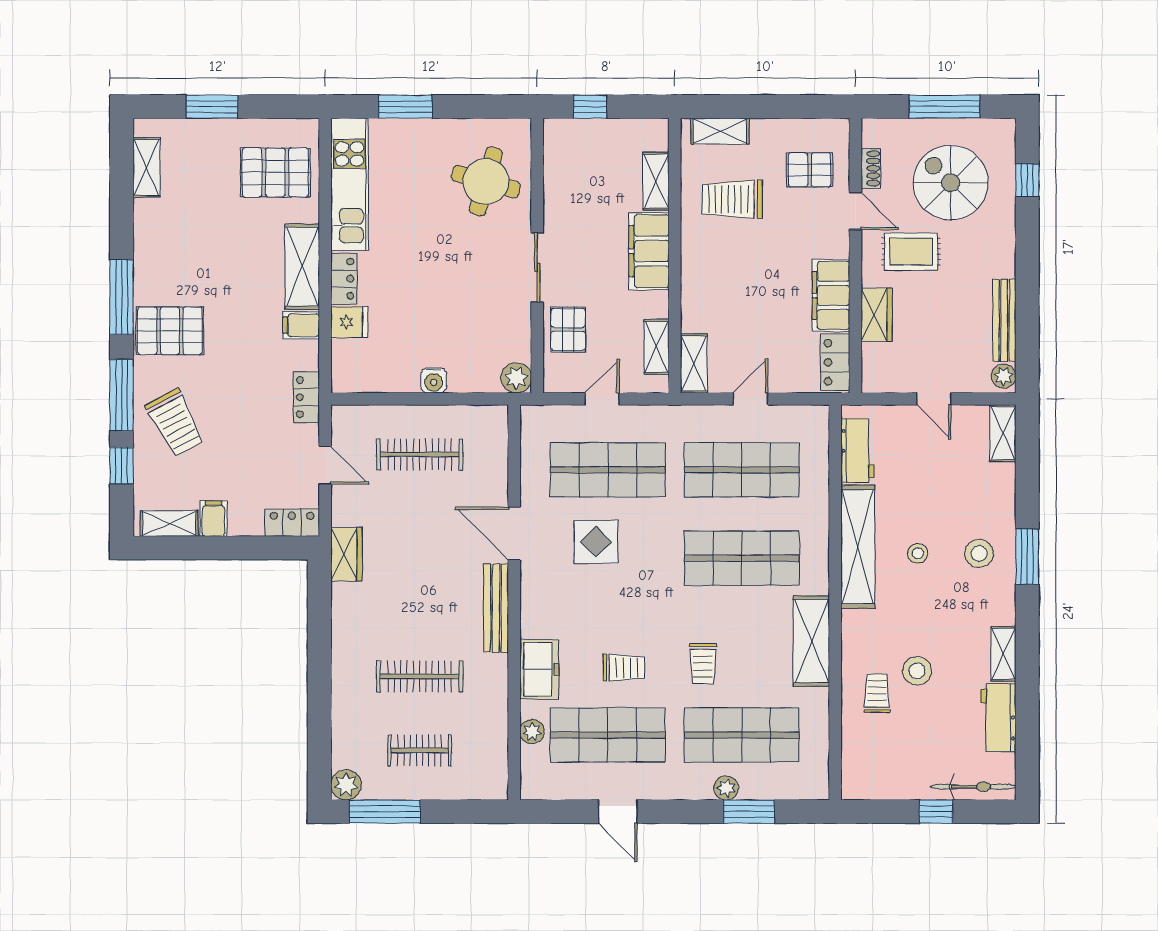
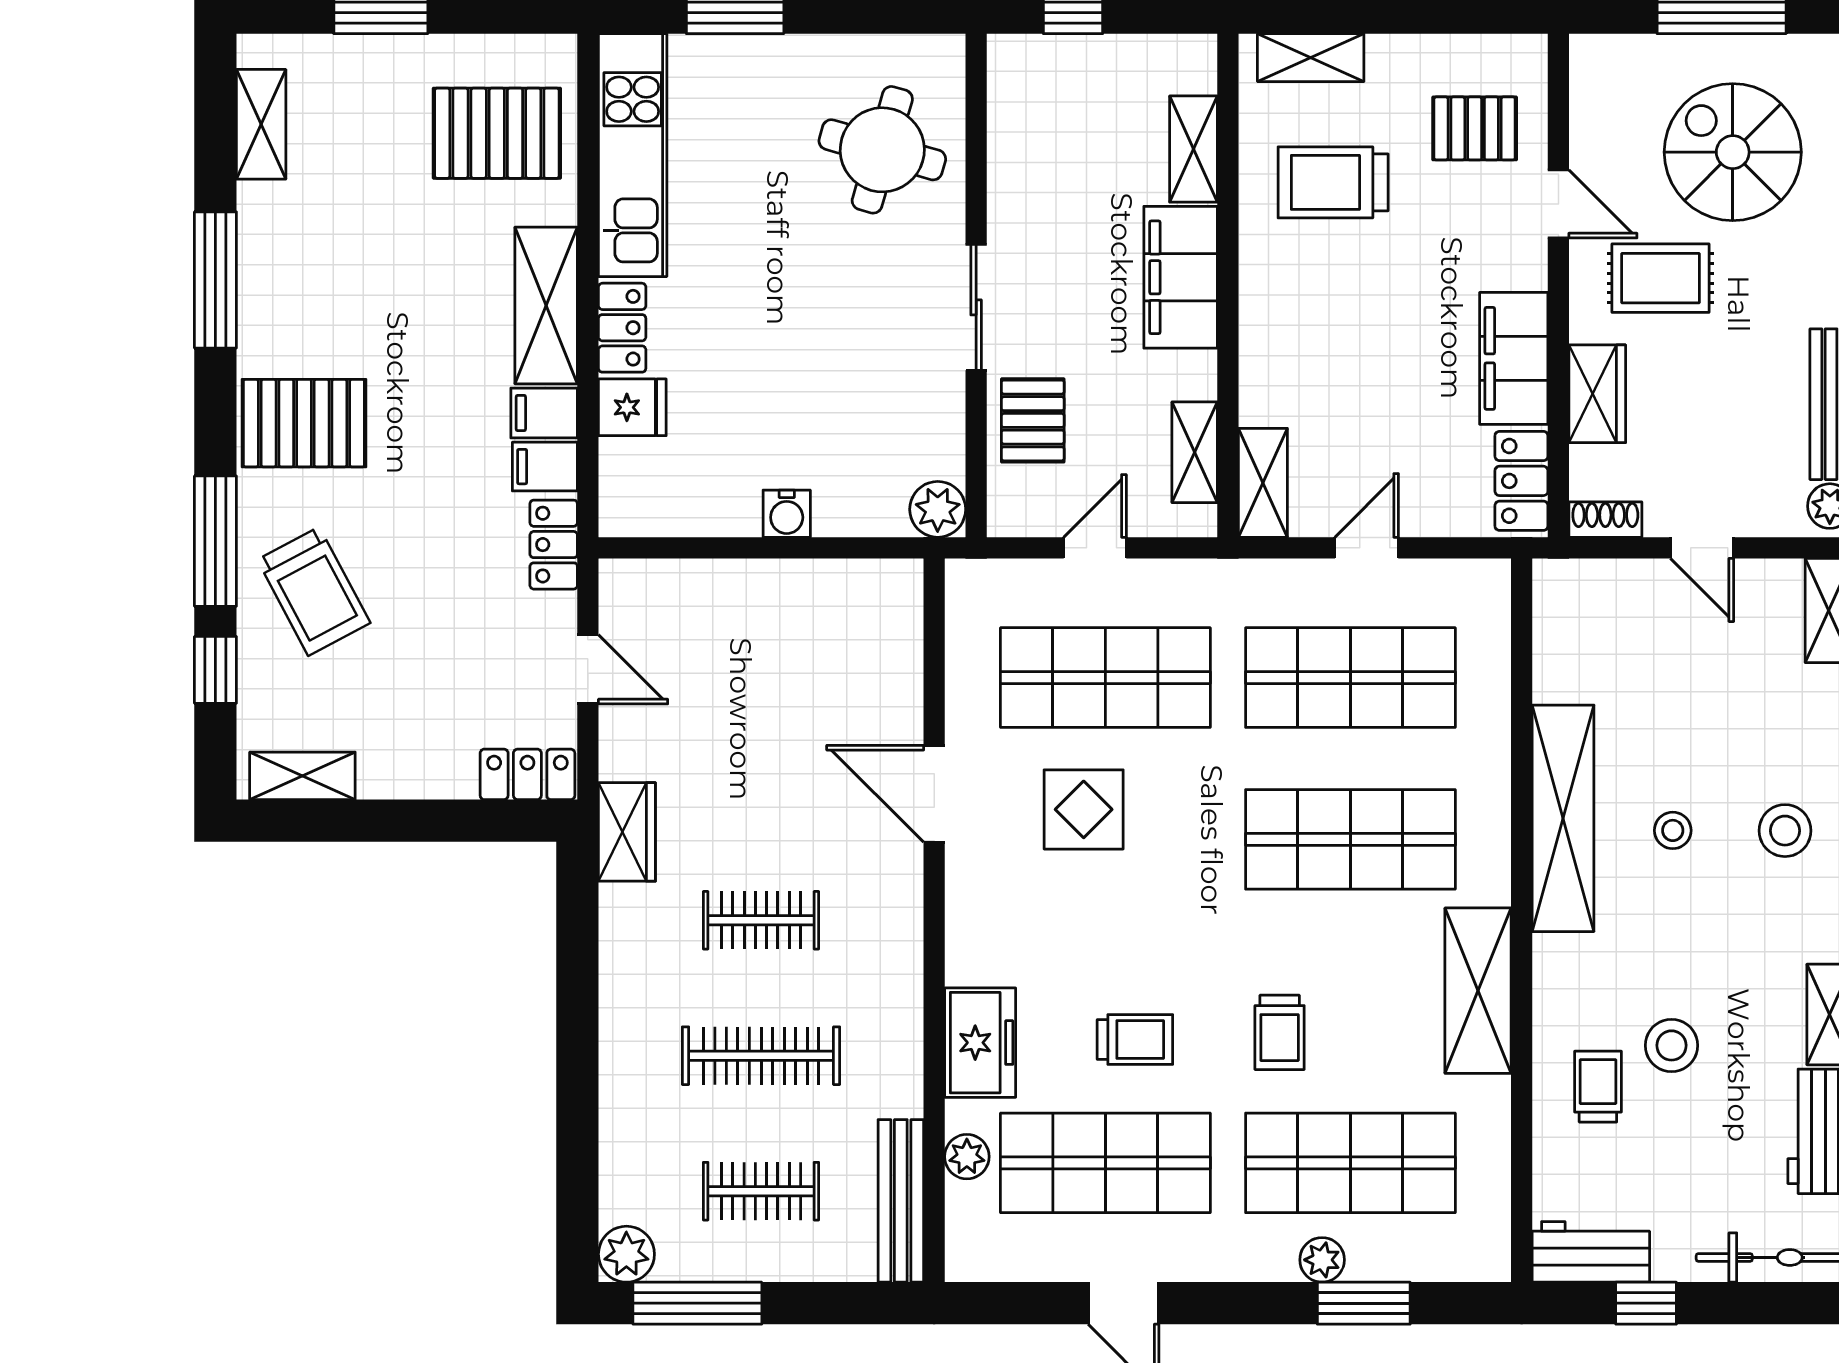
shoe rack: (871, 168) -> (1605, 520), moved, turned -90
window: (122, 297) -> (215, 280), moved
workbench: (858, 450) -> (1591, 1252), moved, turned -90
clothes rail: (420, 454) -> (761, 920), moved, width x0.73
filing cabinet: (214, 519) -> (545, 467), moved, turned -90
bench: (496, 608) -> (901, 1201), moved
window: (936, 812) -> (1646, 1303), moved

